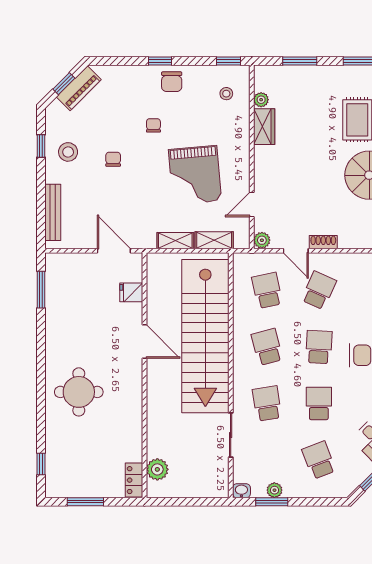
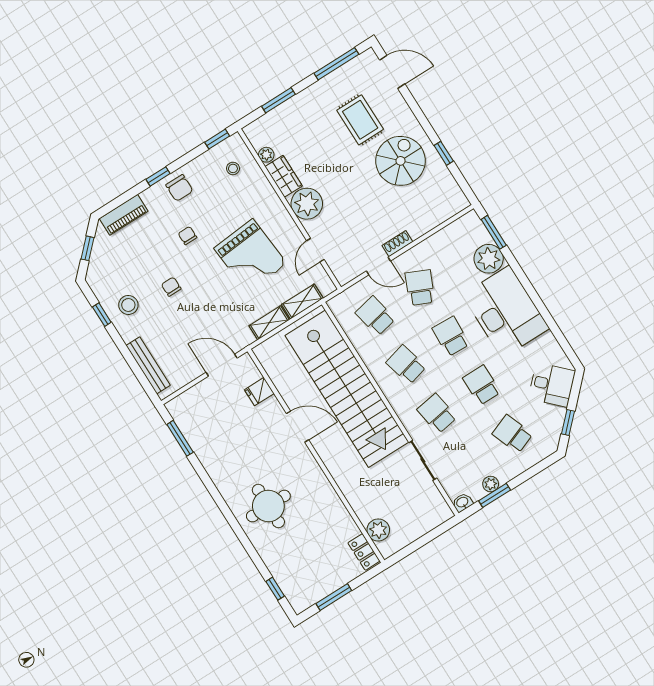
piano: (79, 88) -> (124, 215), moved, turned 45
plant: (262, 240) -> (307, 204), moved, width x1.87, depth x1.87

